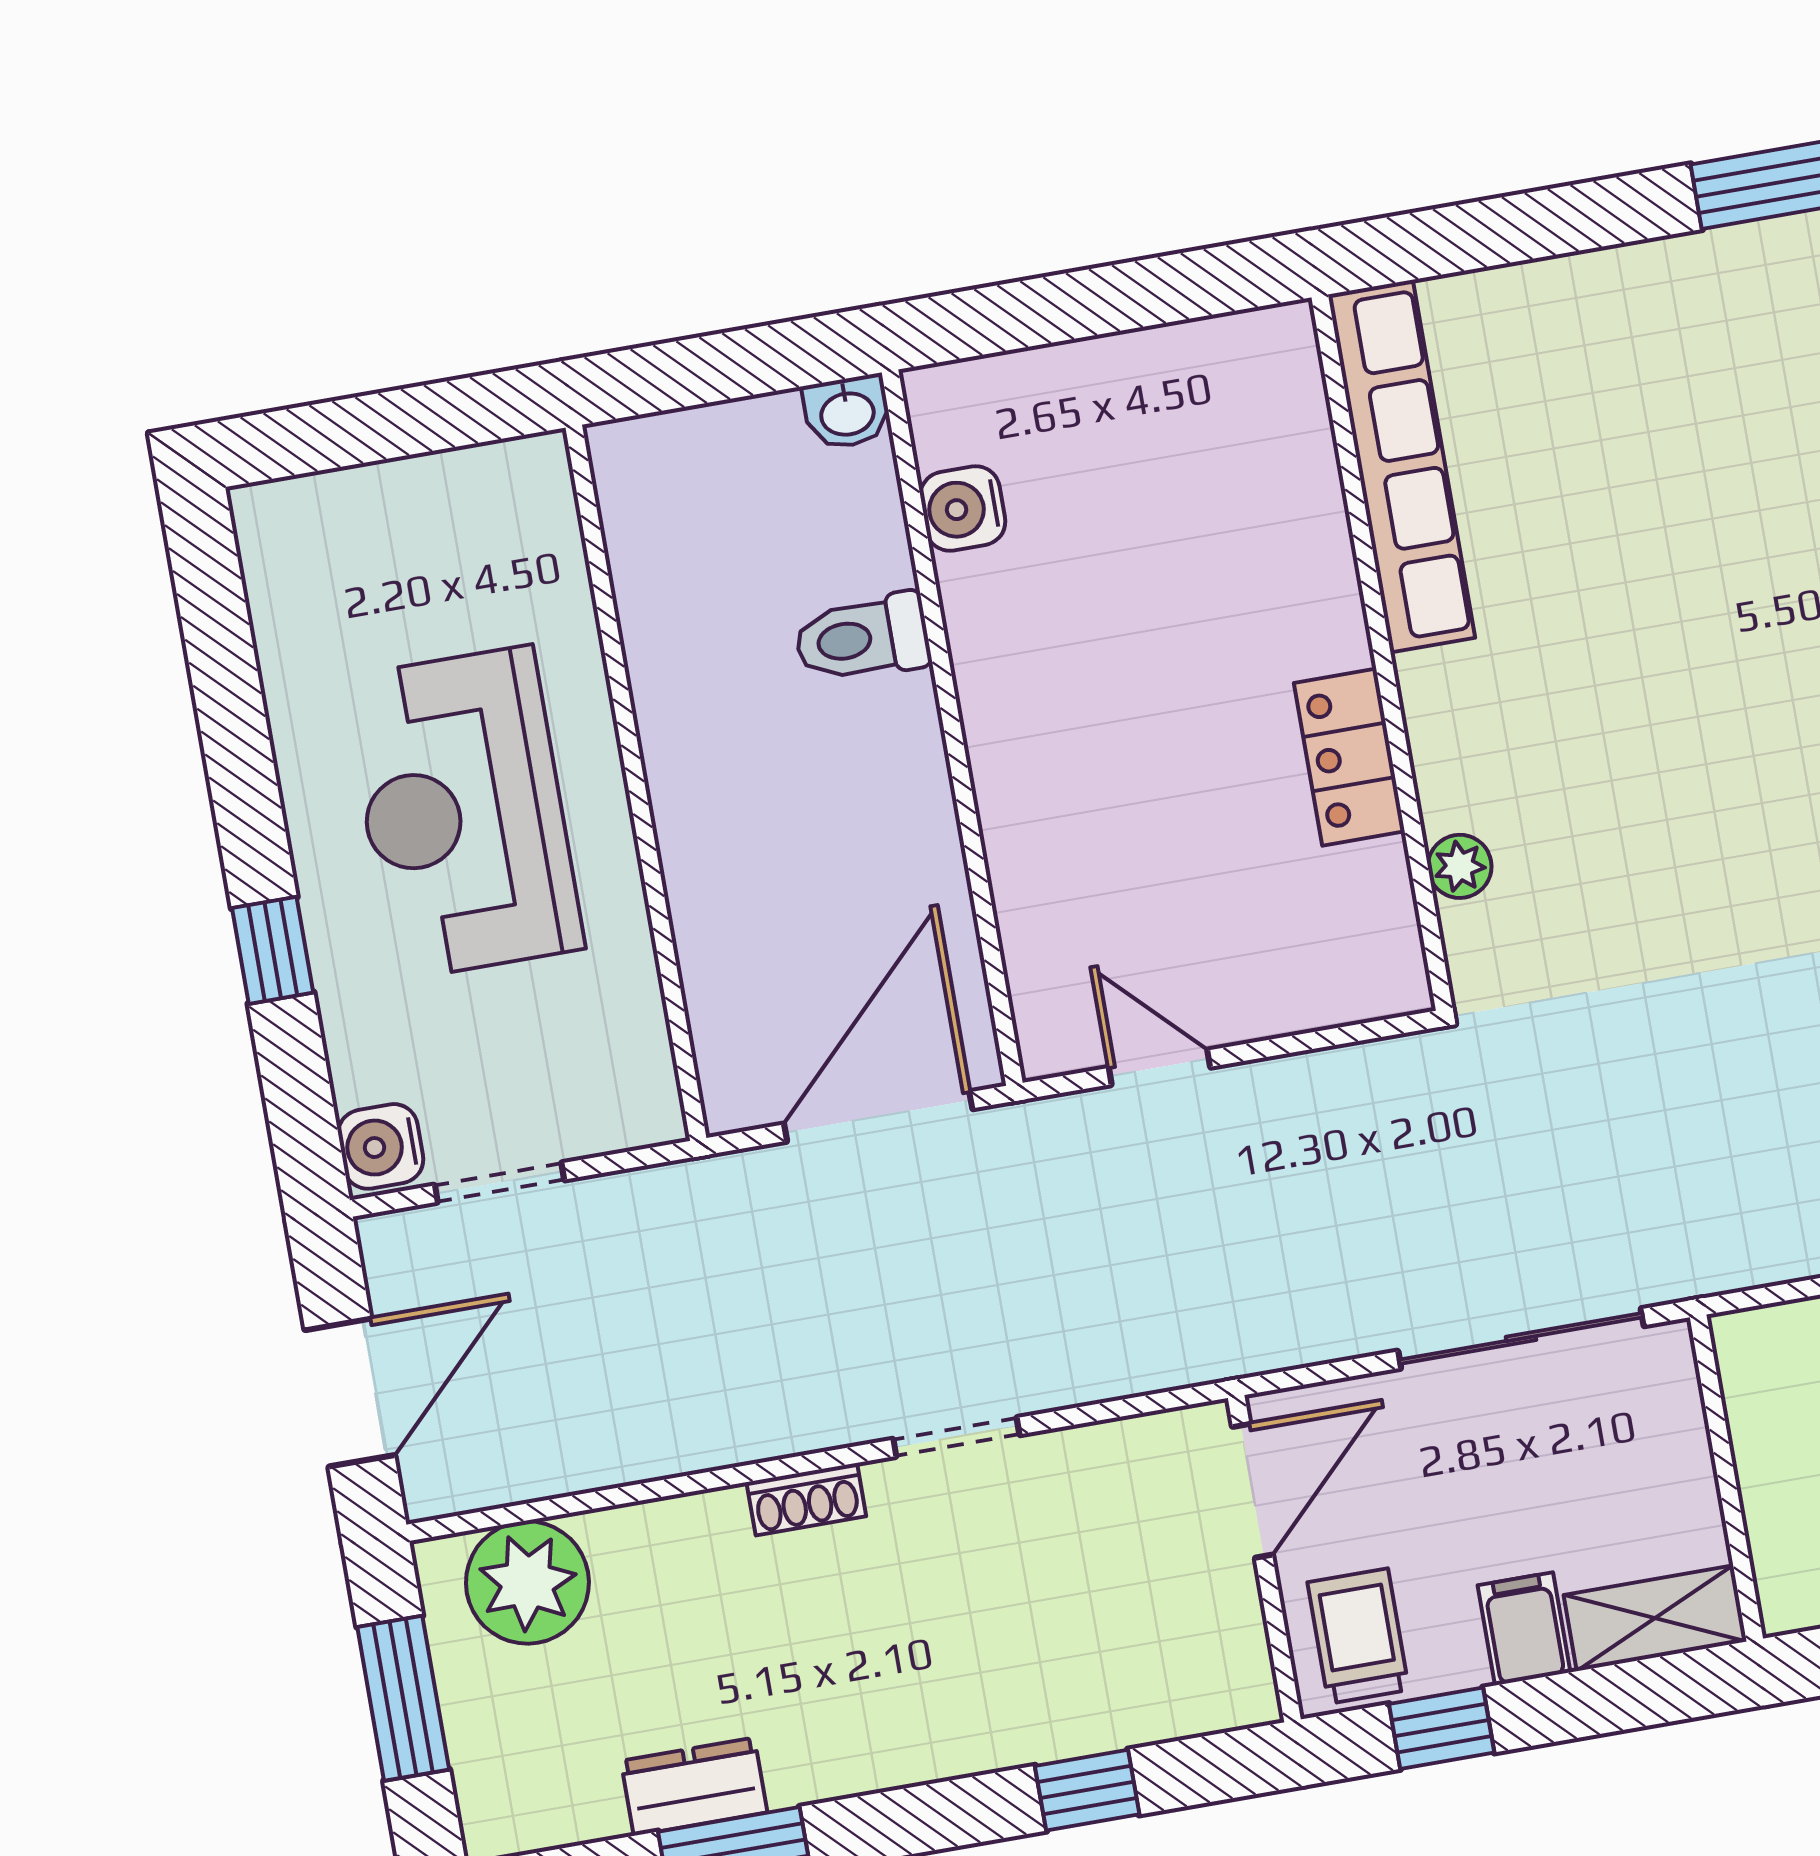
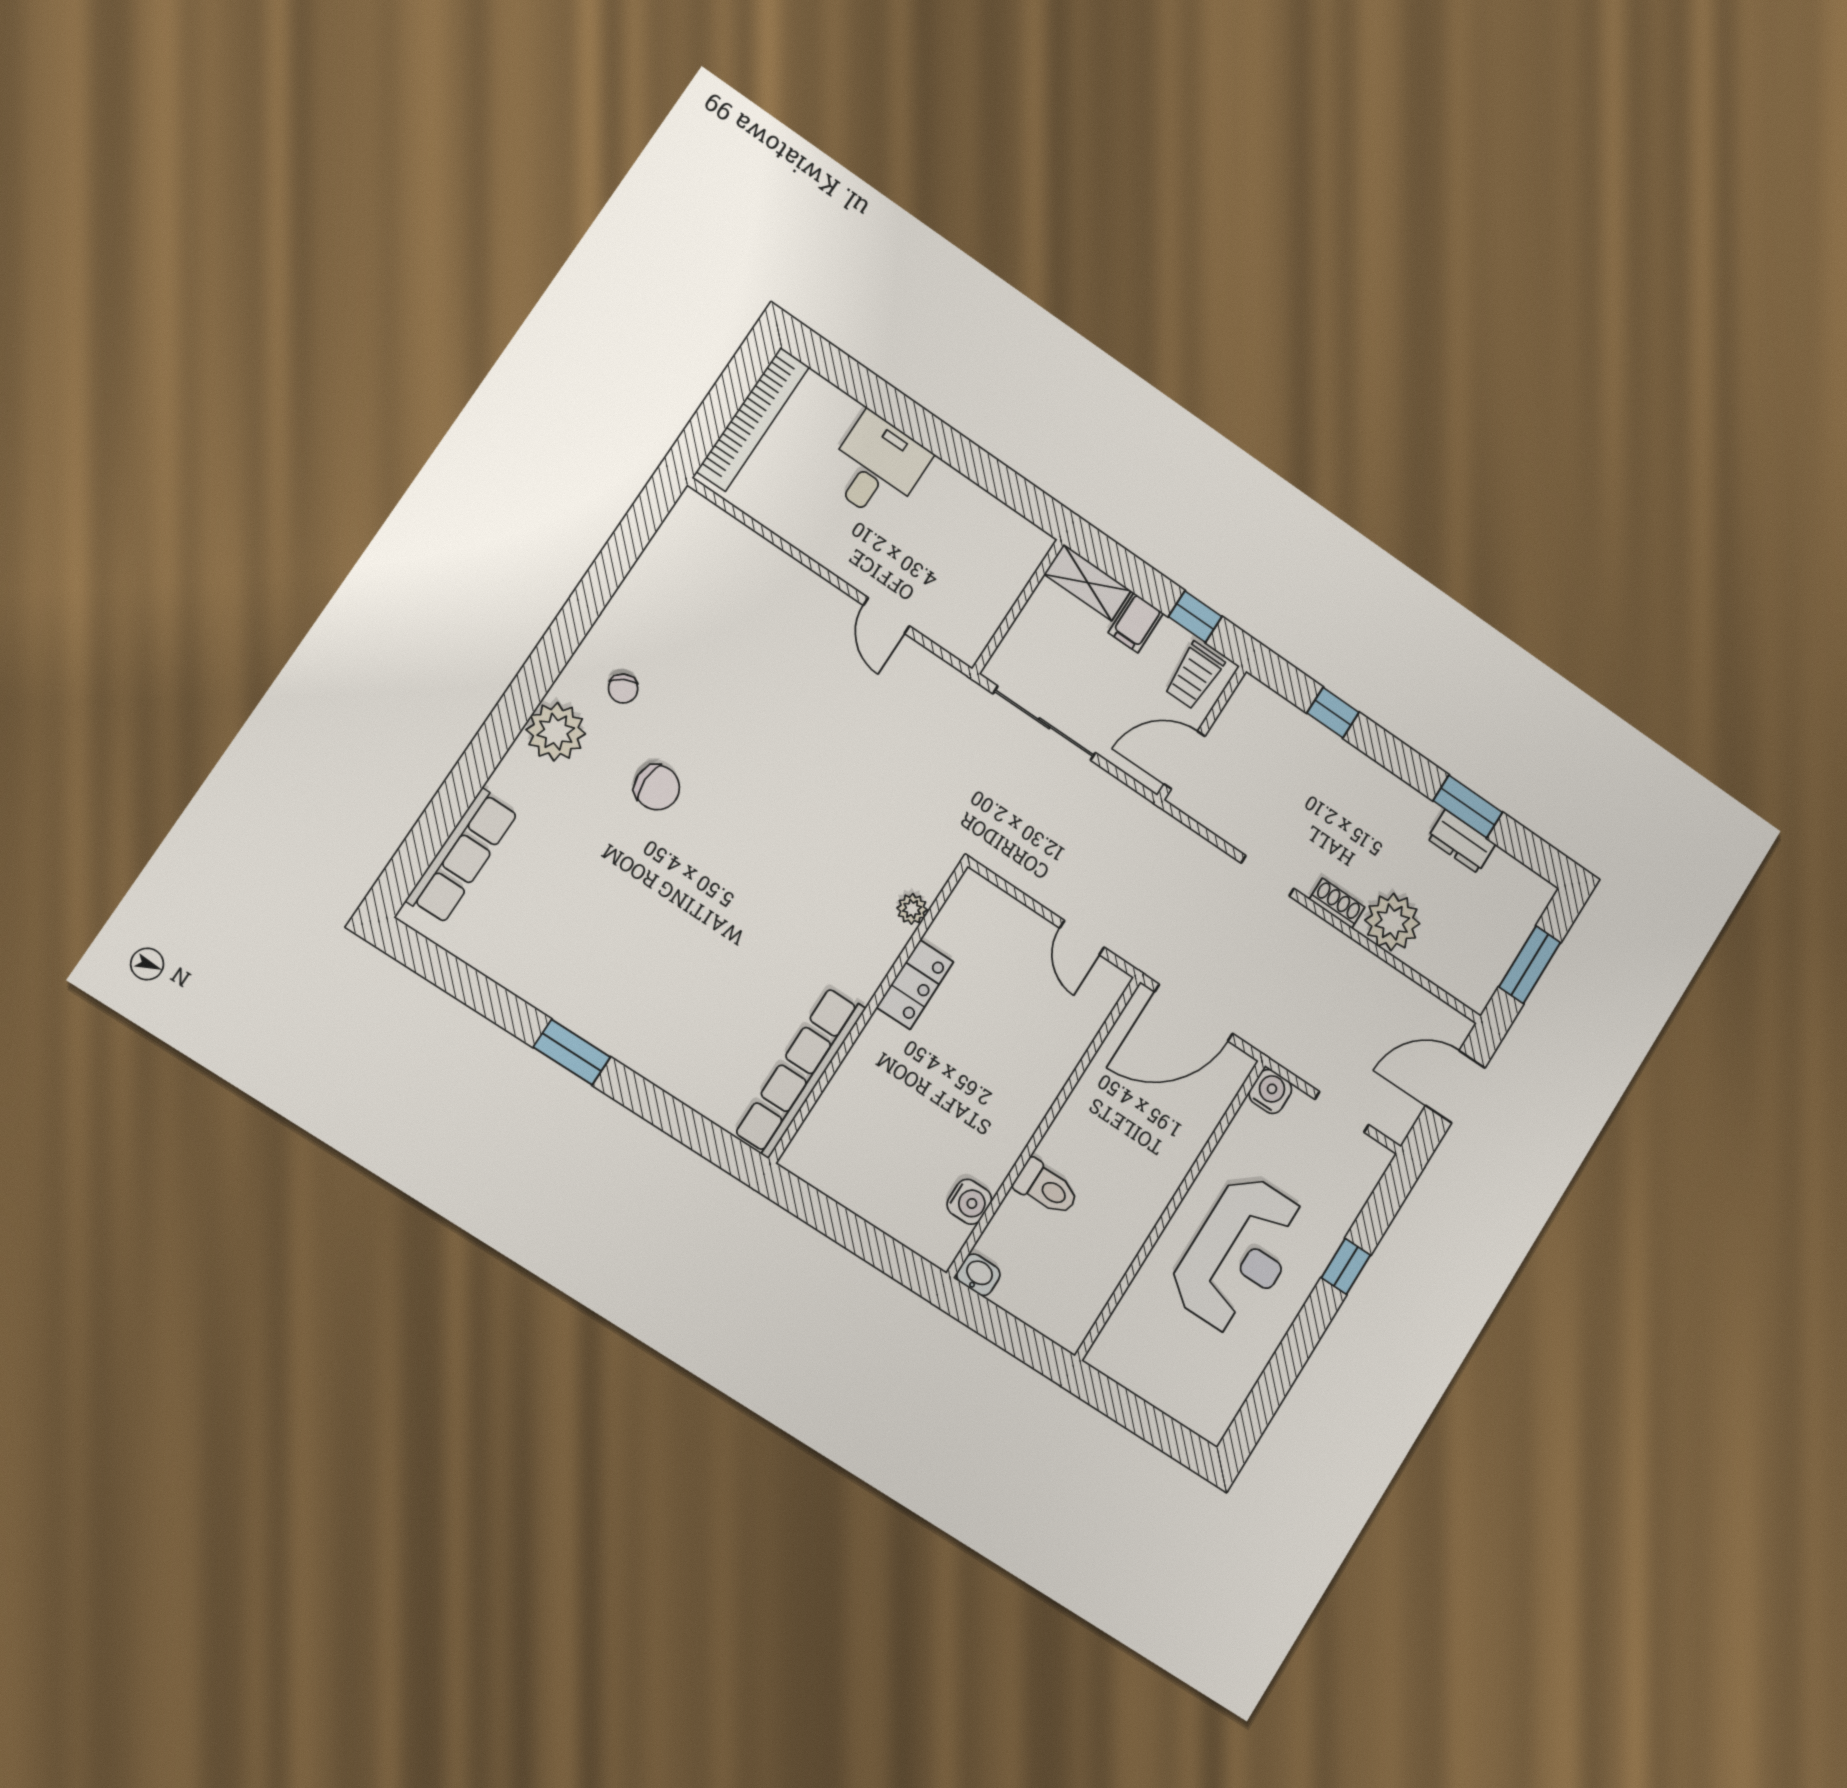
water cooler: (381, 1146) -> (1270, 1091), moved, turned -90
plant: (527, 1582) -> (1392, 922), moved

